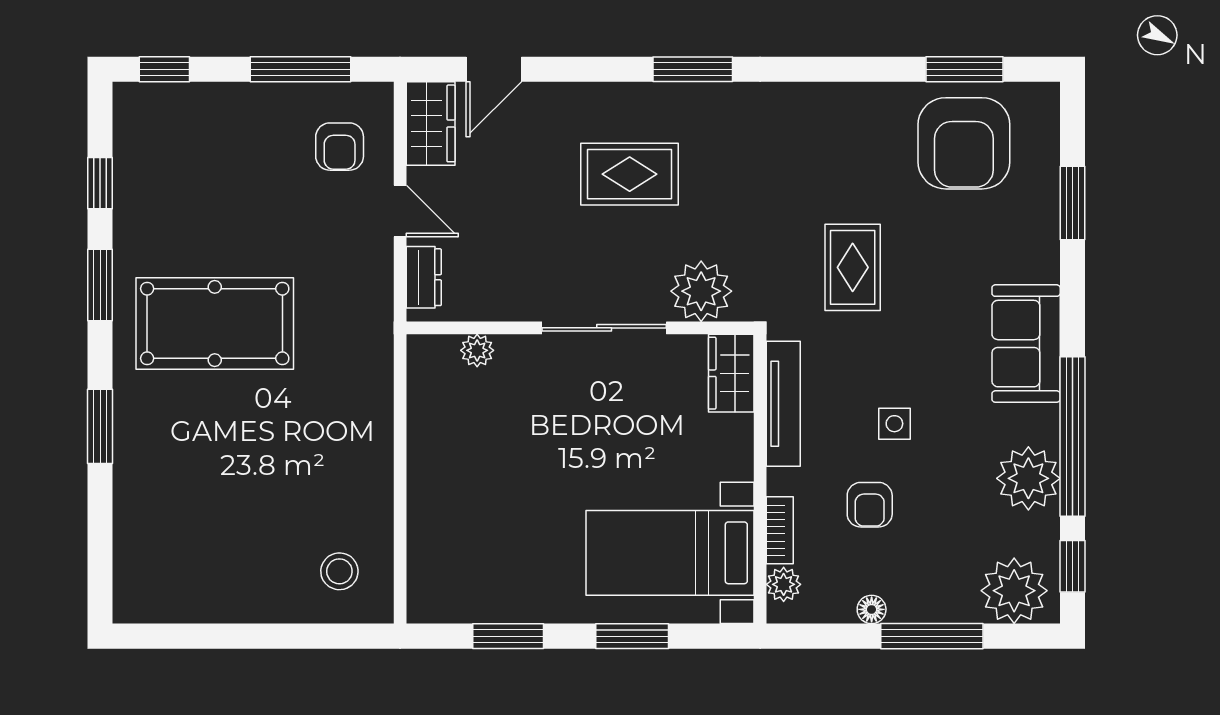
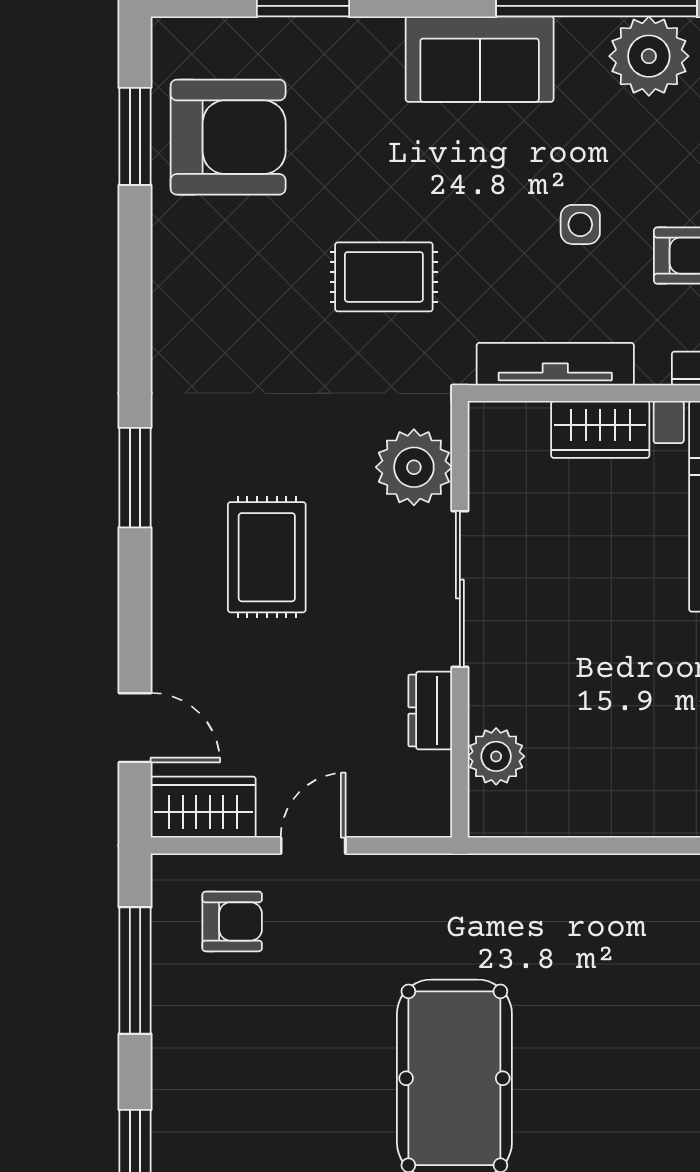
dresser: (424, 277) -> (430, 711), moved, turned -90
plant: (477, 350) -> (496, 756), width x1.38, depth x1.38
wardrobe: (731, 373) -> (600, 429), moved

